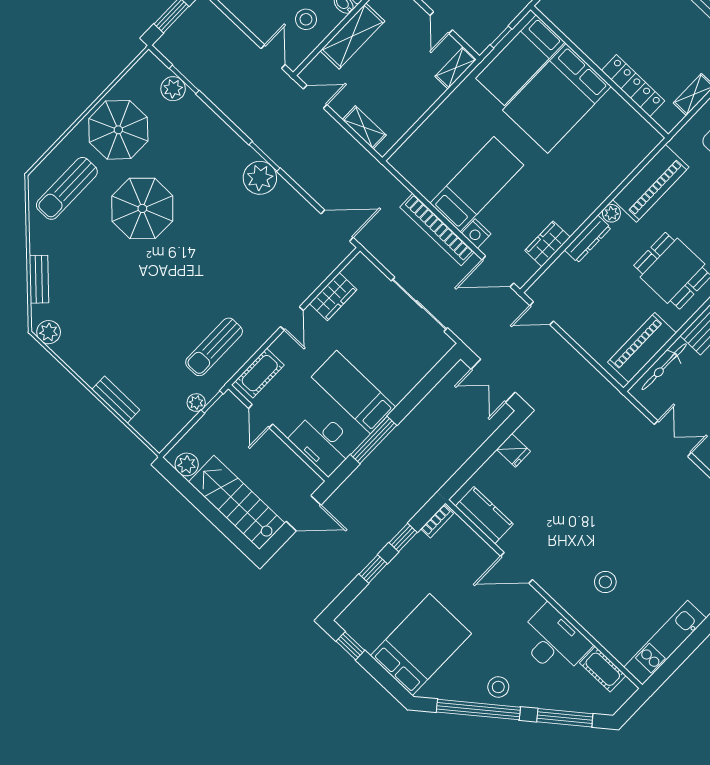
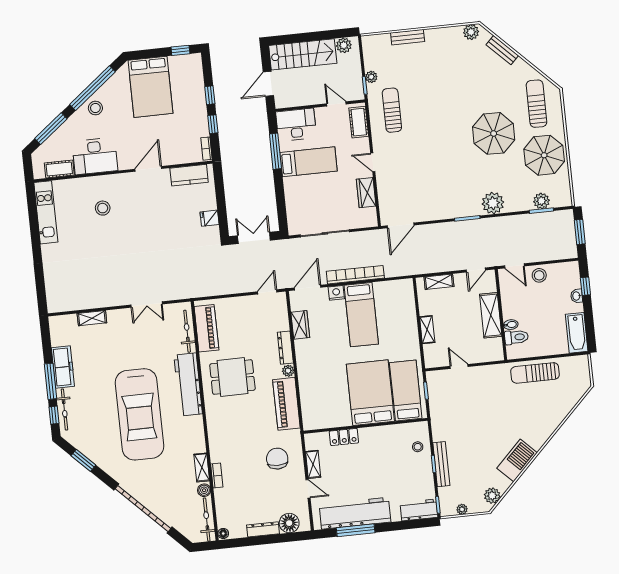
stool: (306, 19) -> (539, 275), moved
shelving: (456, 68) -> (427, 330), moved
locker: (633, 86) -> (344, 437), width x0.66
plant: (260, 178) -> (493, 203), moved

